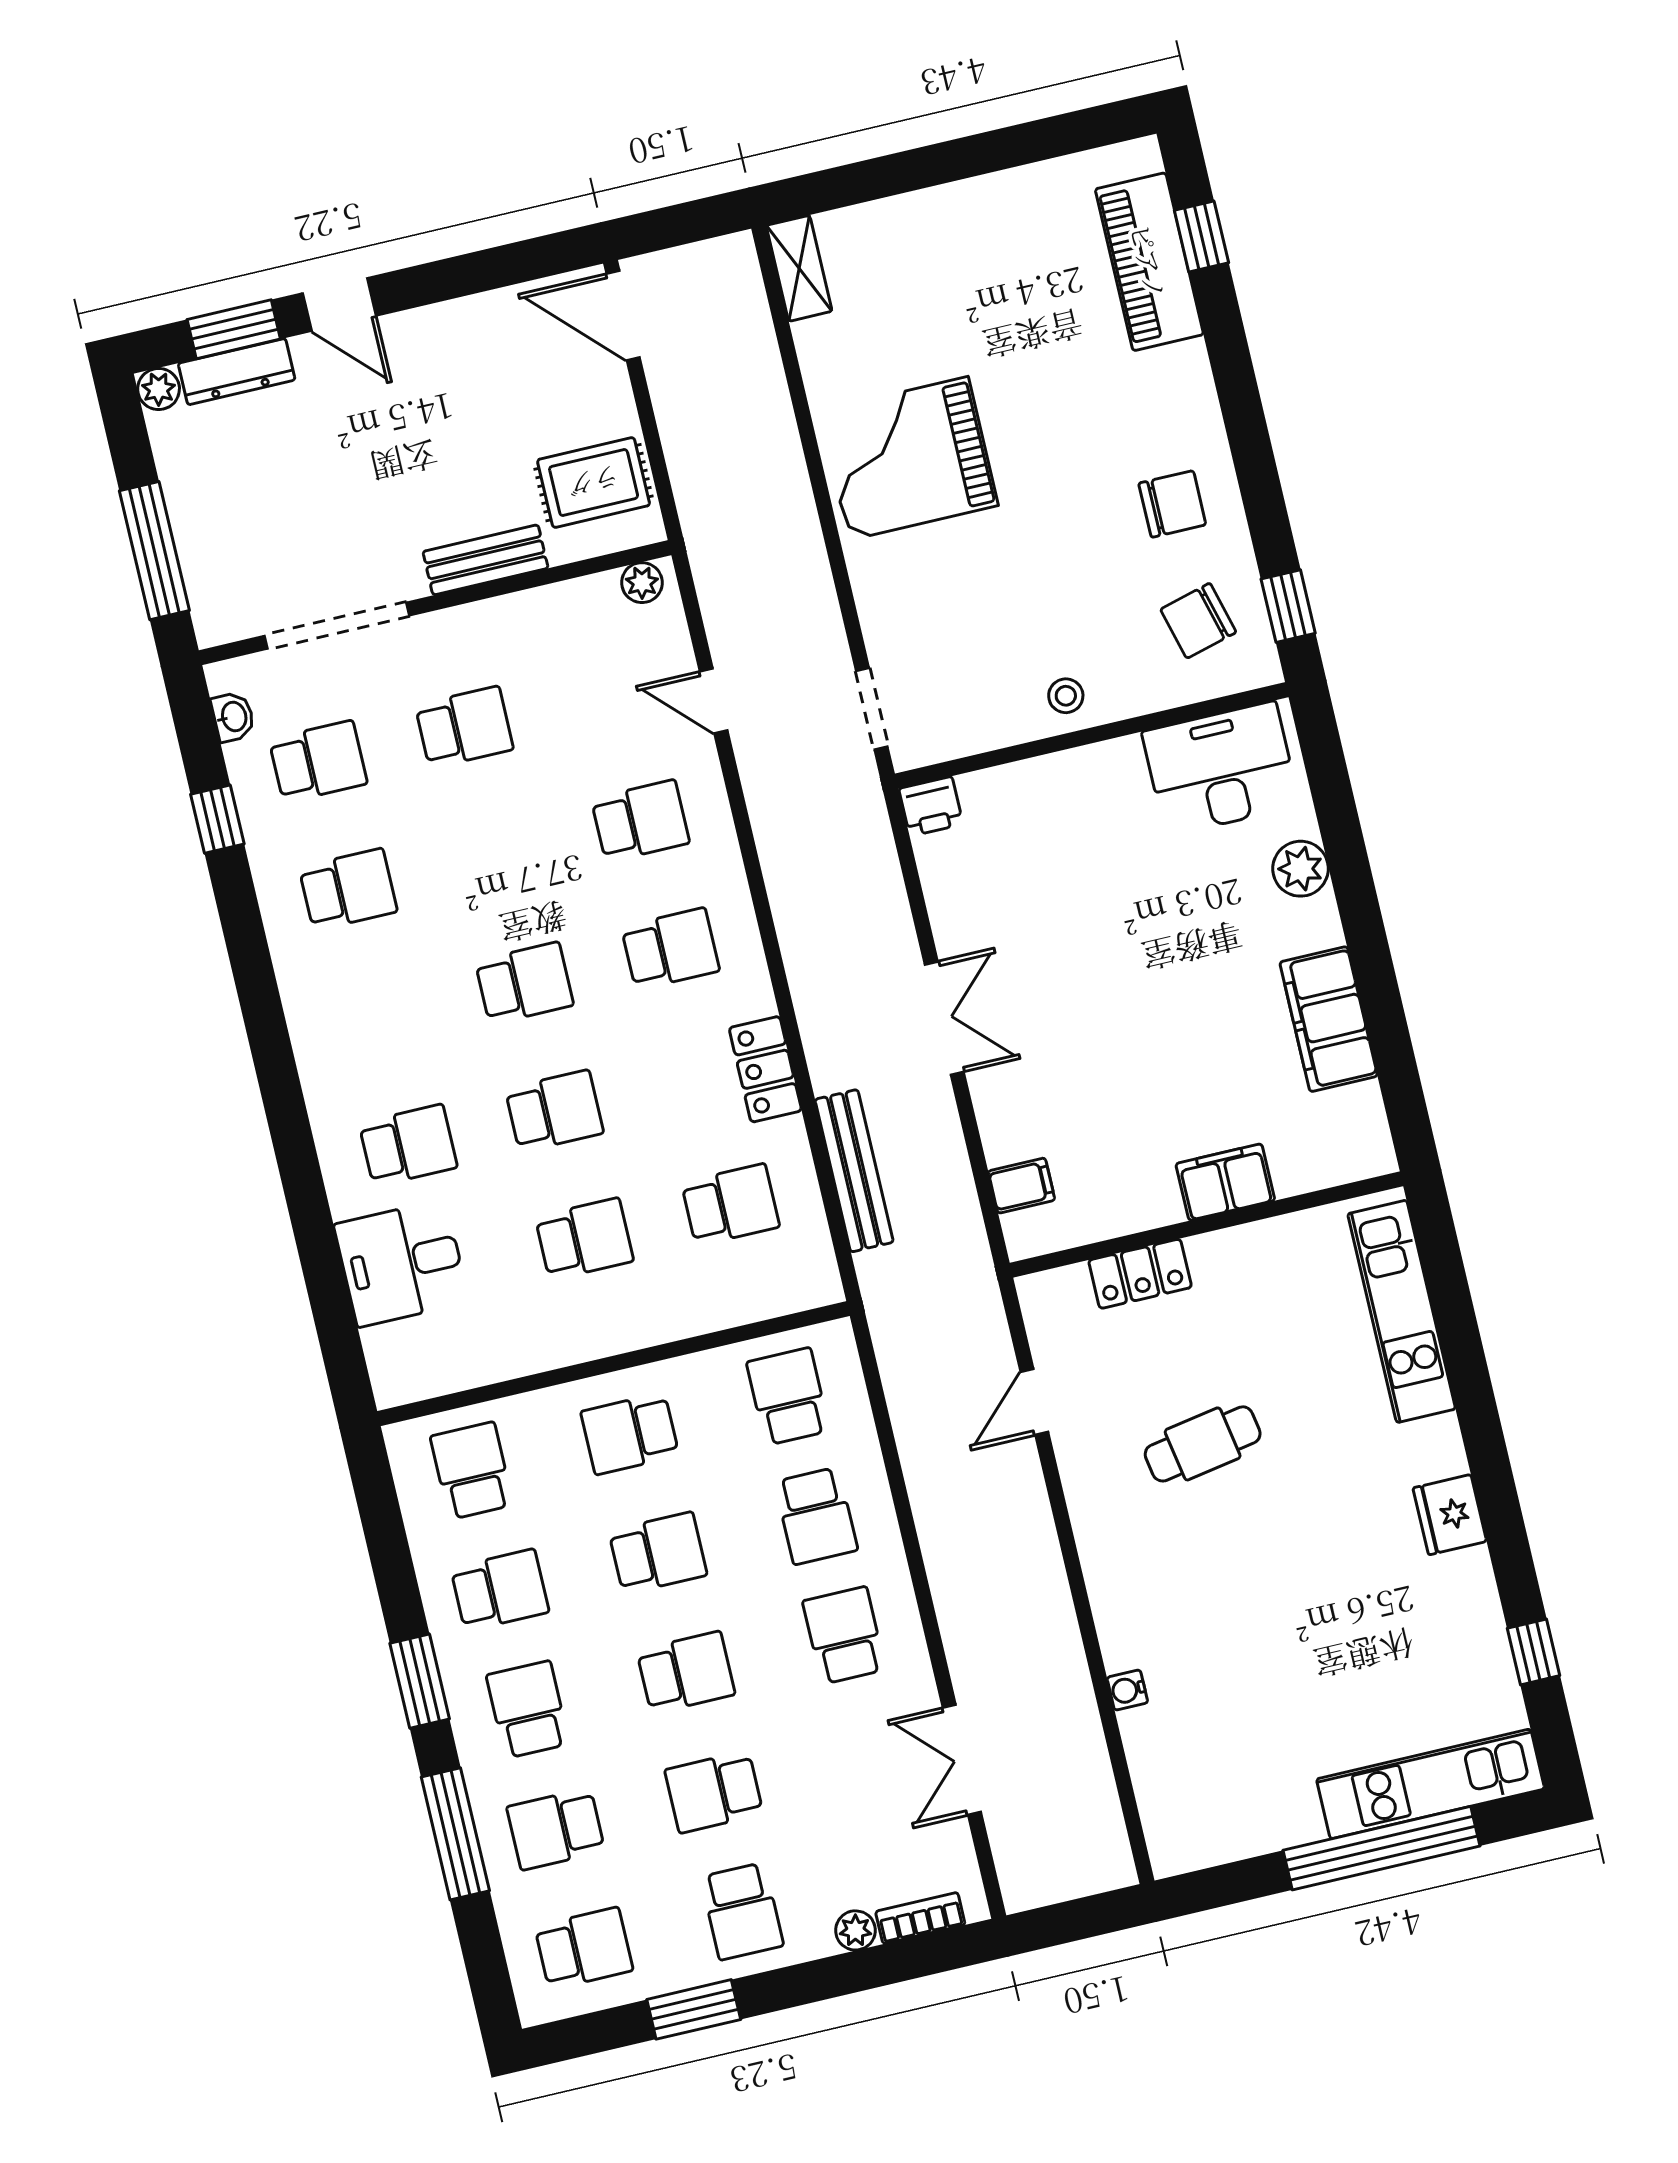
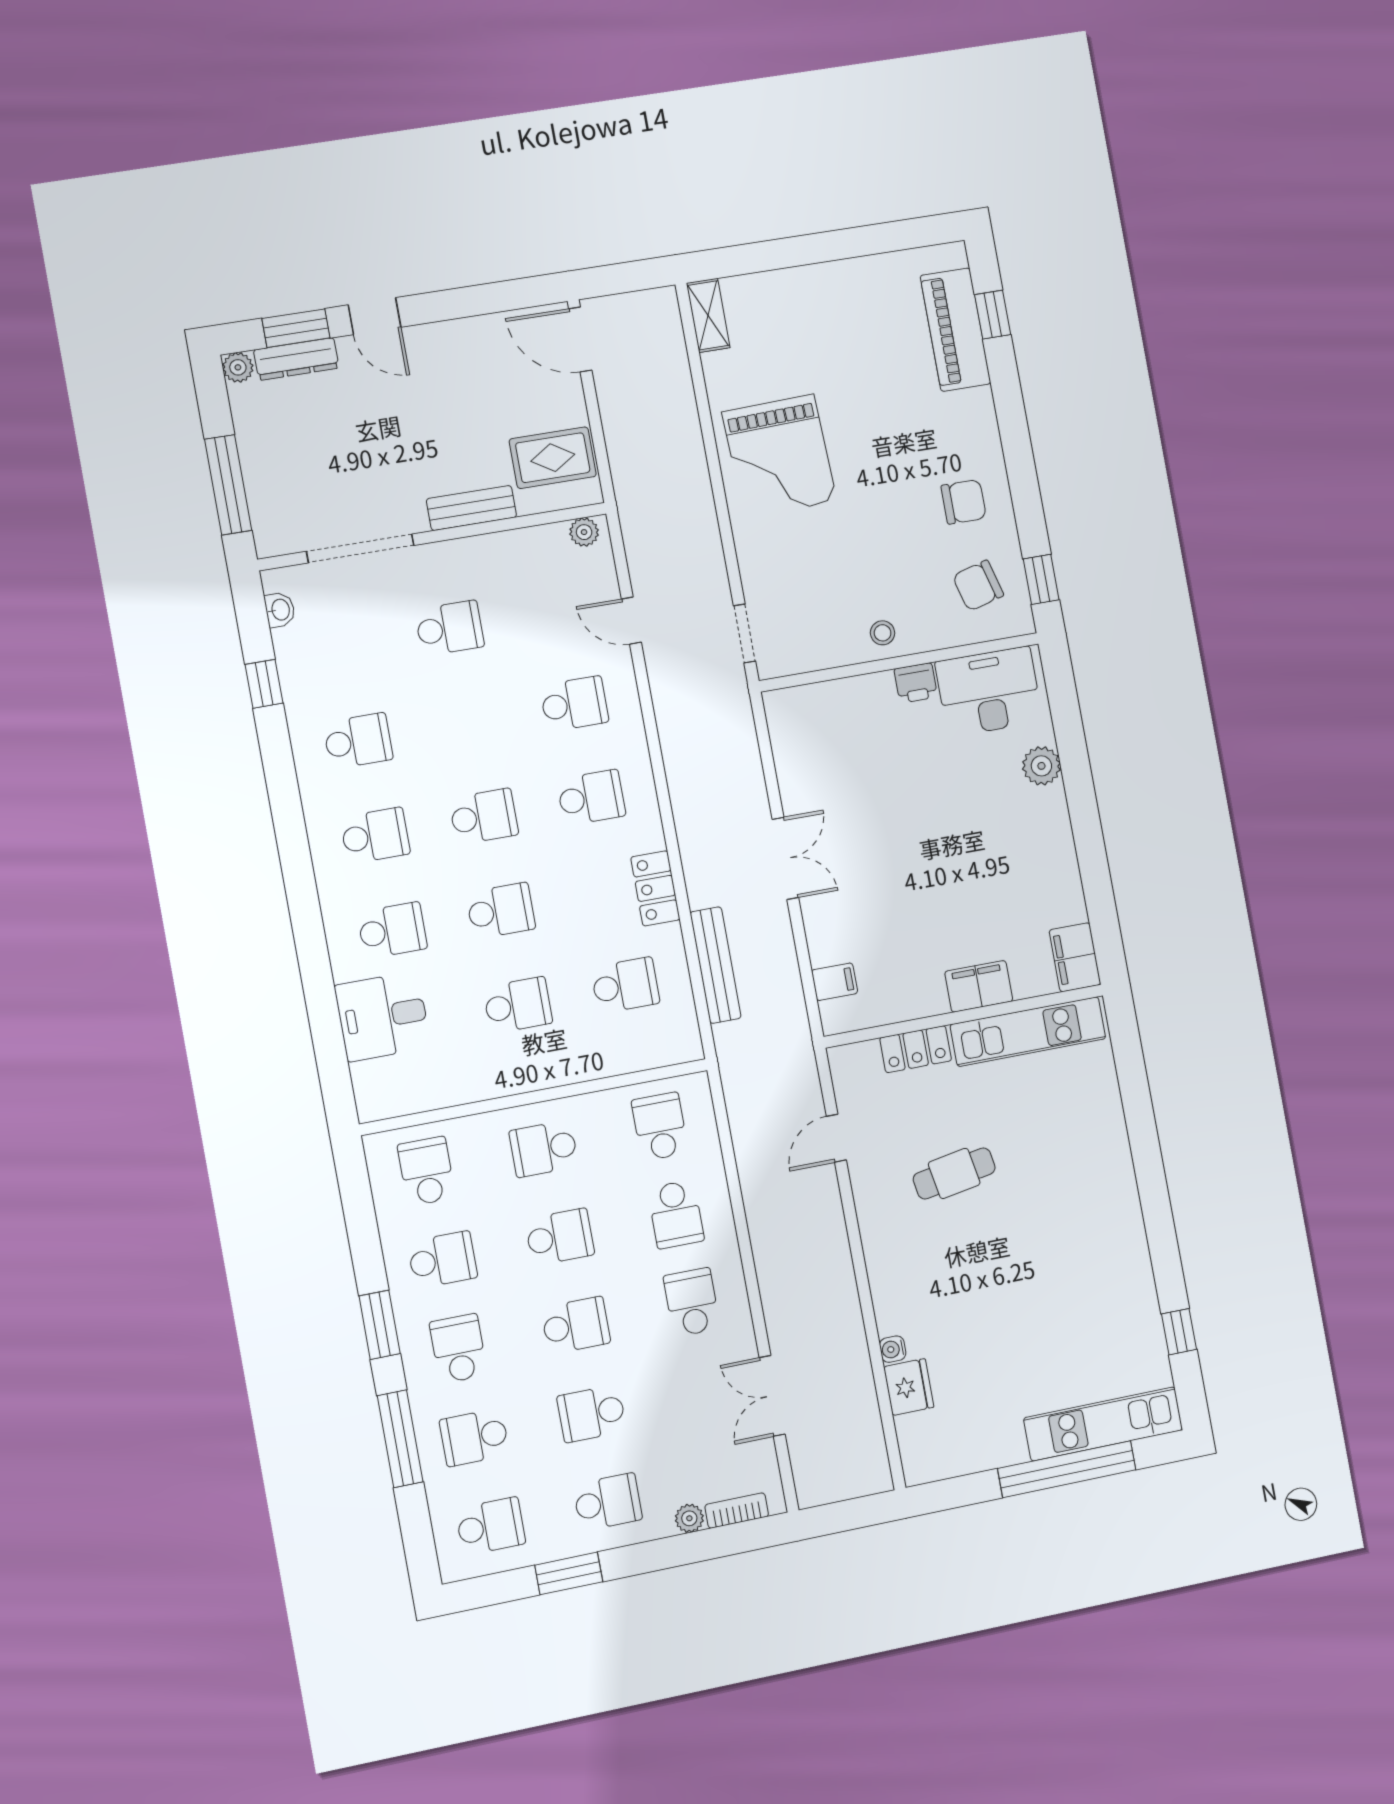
grand piano: (909, 458) -> (779, 456), turned -92
school desk: (318, 762) -> (375, 836), moved
printer: (931, 806) -> (916, 683), moved
filing cabinet: (1329, 1019) -> (1075, 957), moved, width x0.67, depth x0.86
kitchen unit: (1402, 1311) -> (1028, 1032), moved, turned -90
fridge: (1450, 1515) -> (909, 1387), moved, turned 180
school desk: (742, 1911) -> (608, 1502), turned -90

